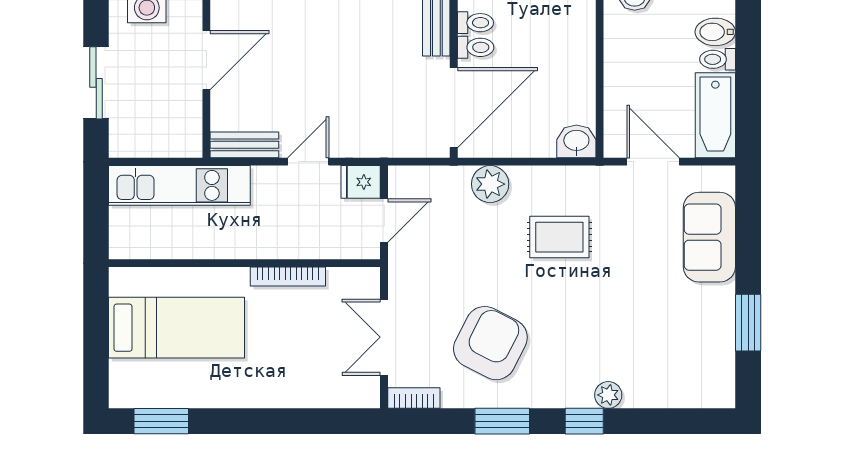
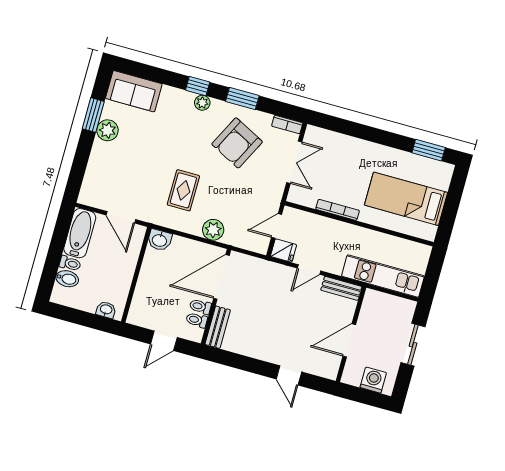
rug: (559, 237) -> (183, 190), turned 90
sofa: (709, 237) -> (134, 91), moved, turned 90
plant: (717, 303) -> (107, 130), added
plant: (608, 395) -> (202, 103), moved

